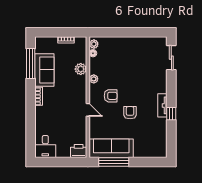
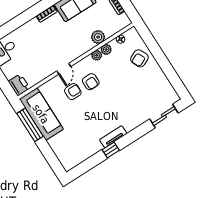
plant: (94, 44) -> (106, 49), moved
armchair: (116, 48) -> (139, 58), added
armchair: (130, 113) -> (73, 92), moved

